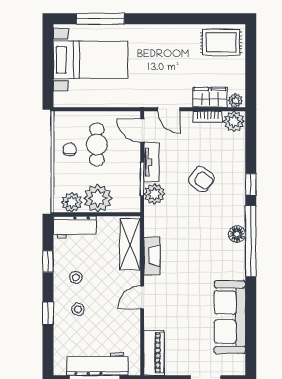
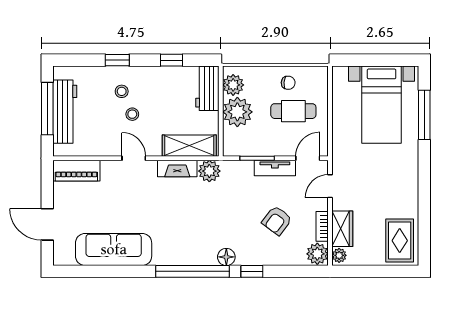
armchair: (201, 179) -> (277, 221), moved
plant: (154, 194) -> (209, 171), moved
floor lamp: (237, 234) -> (226, 257), moved
stool: (76, 278) -> (132, 114), moved

